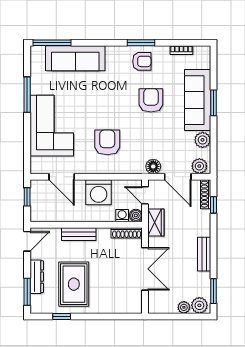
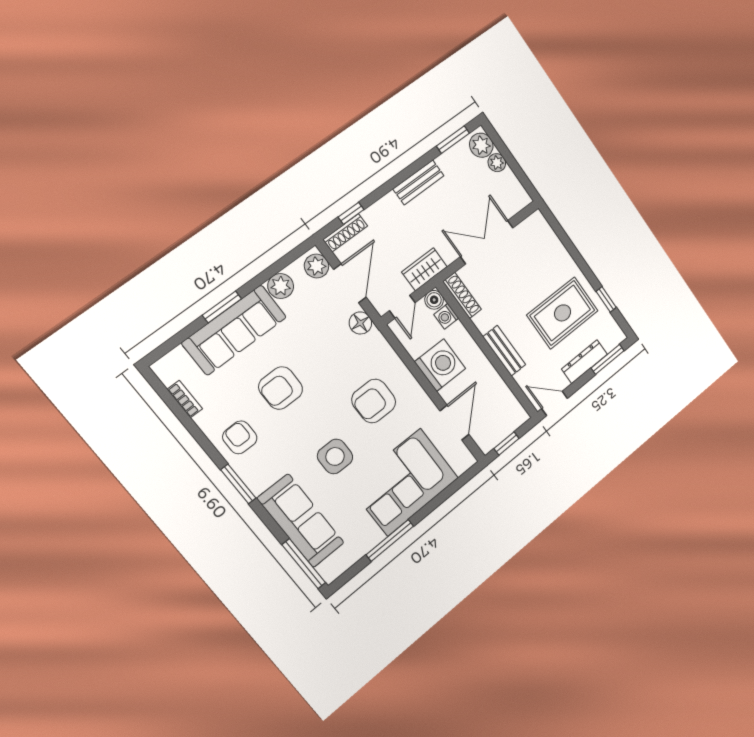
window: (141, 43) -> (238, 484), moved
side table: (94, 100) -> (335, 456), added

